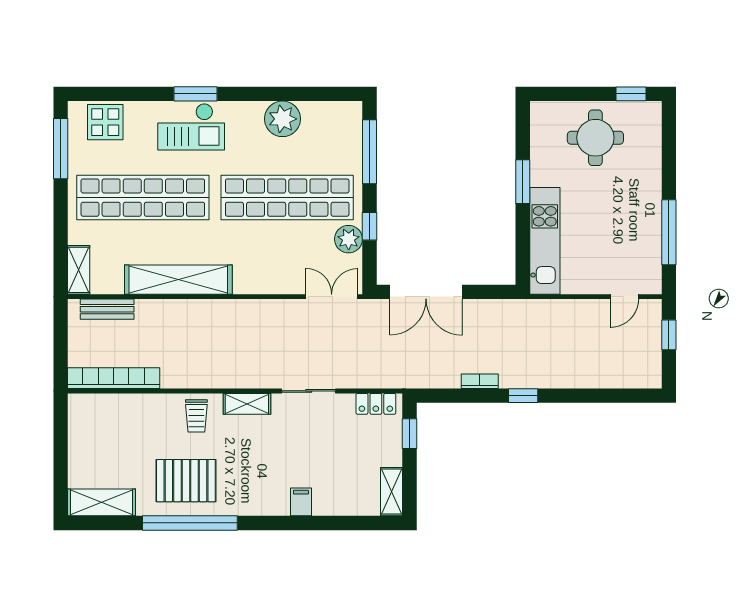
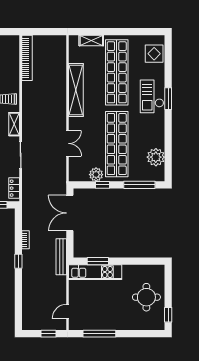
plant: (282, 119) -> (156, 157), moved
window: (61, 149) -> (141, 32), removed
window: (523, 182) -> (98, 261), moved
shelving: (79, 270) -> (91, 41), moved
double door: (332, 297) -> (68, 143), moved
door: (624, 297) -> (68, 312), hinge flipped
bench: (107, 309) -> (61, 257), moved, width x1.36

